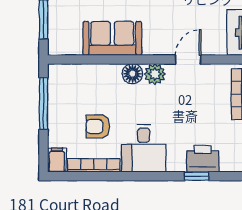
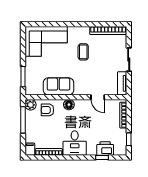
door: (188, 59) -> (98, 97), swing flipped
plant: (155, 74) -> (31, 105), moved
armchair: (98, 126) -> (47, 110), moved

